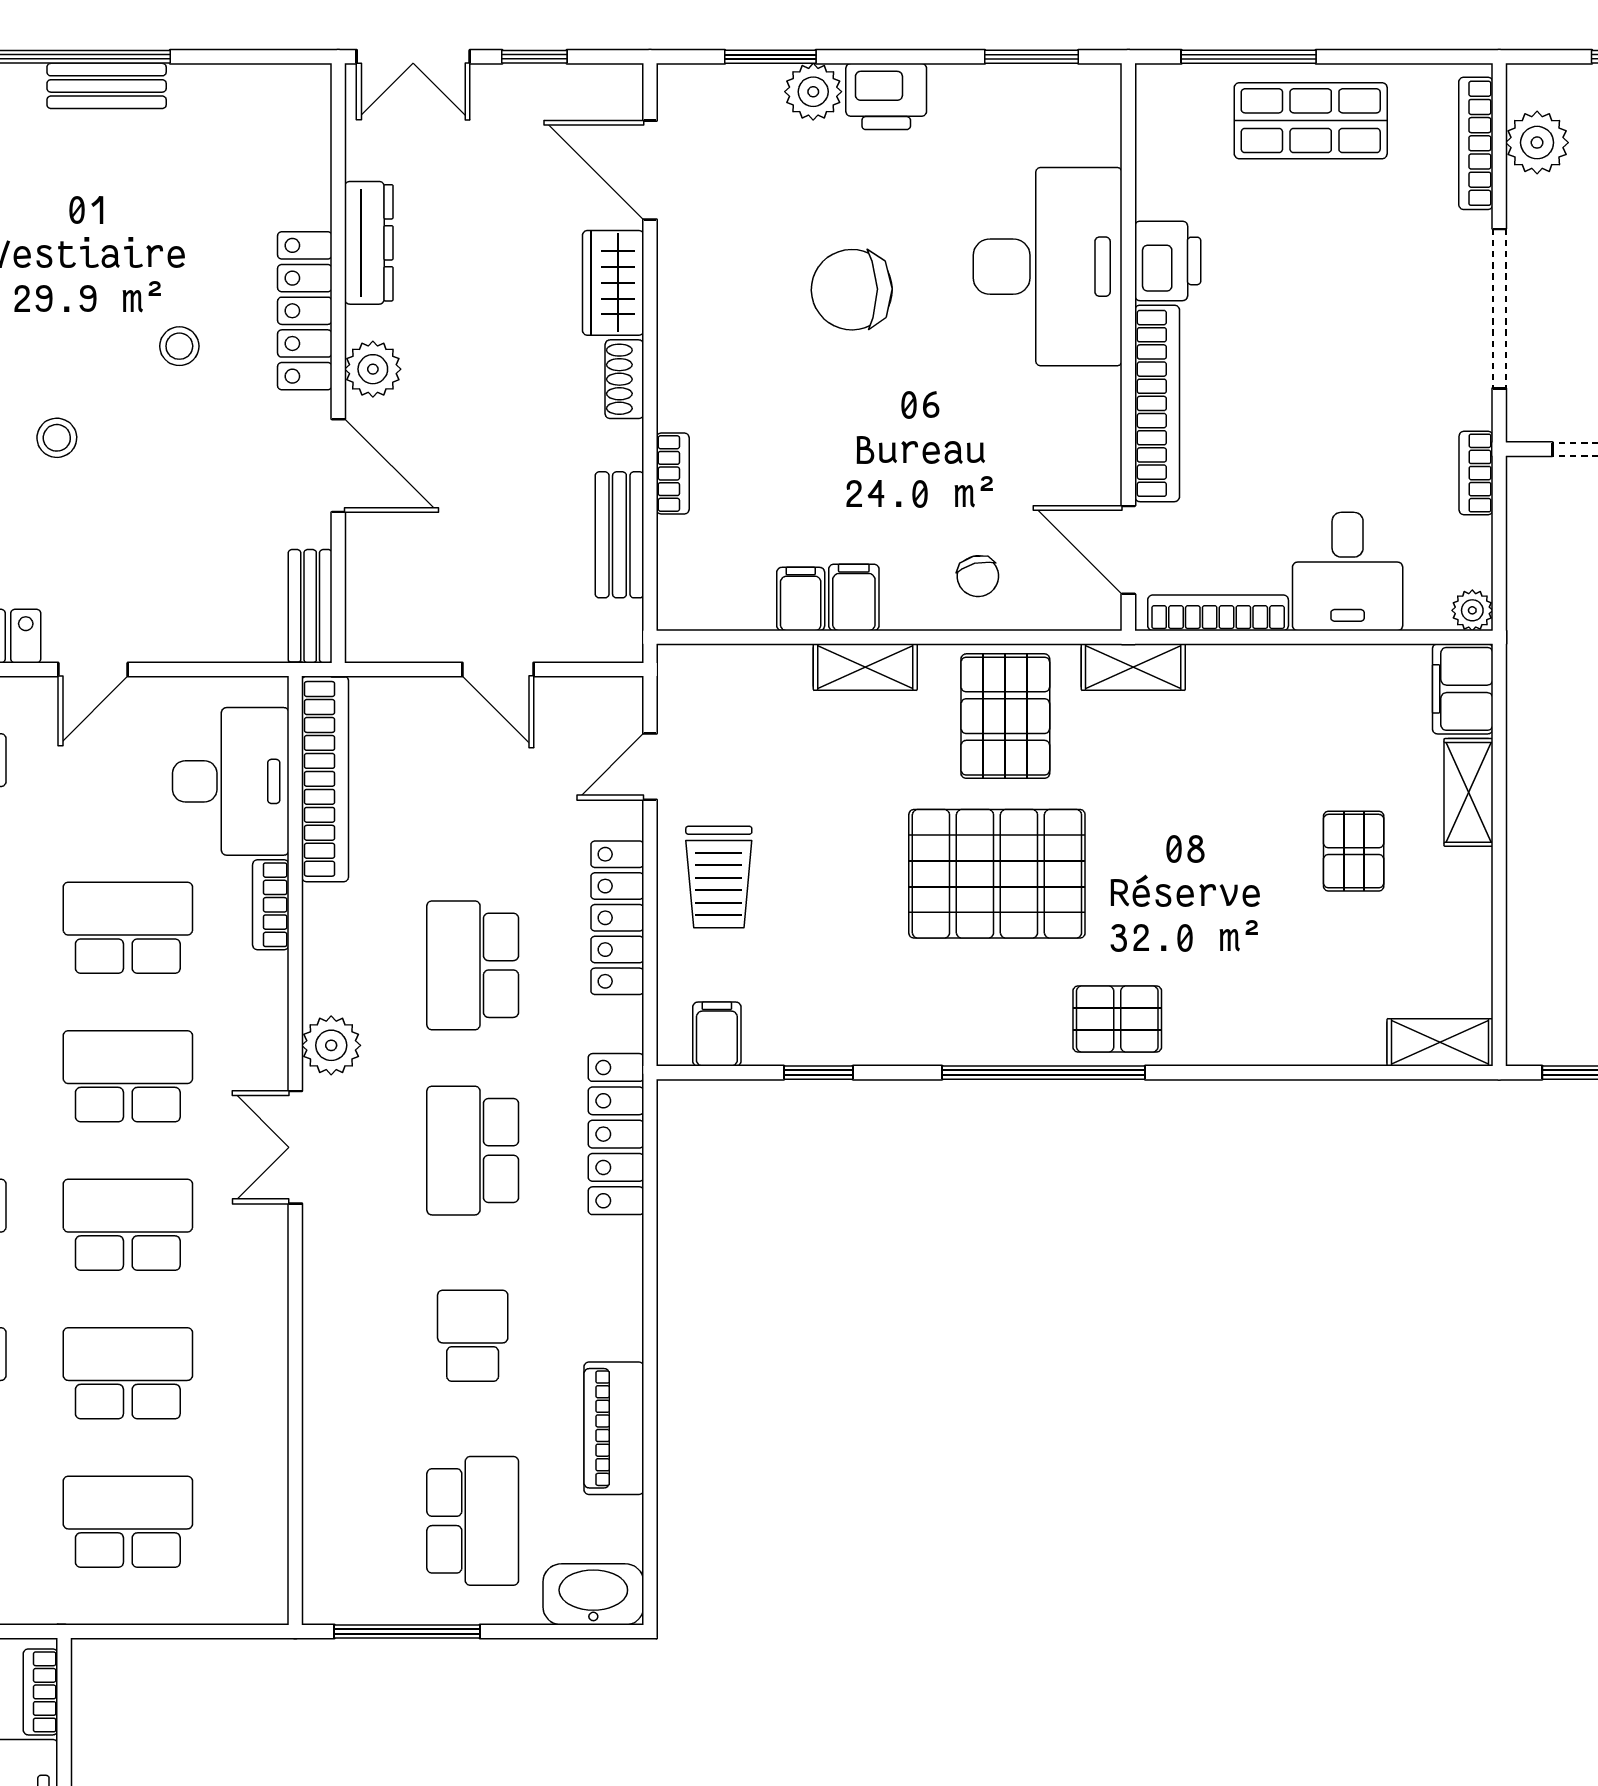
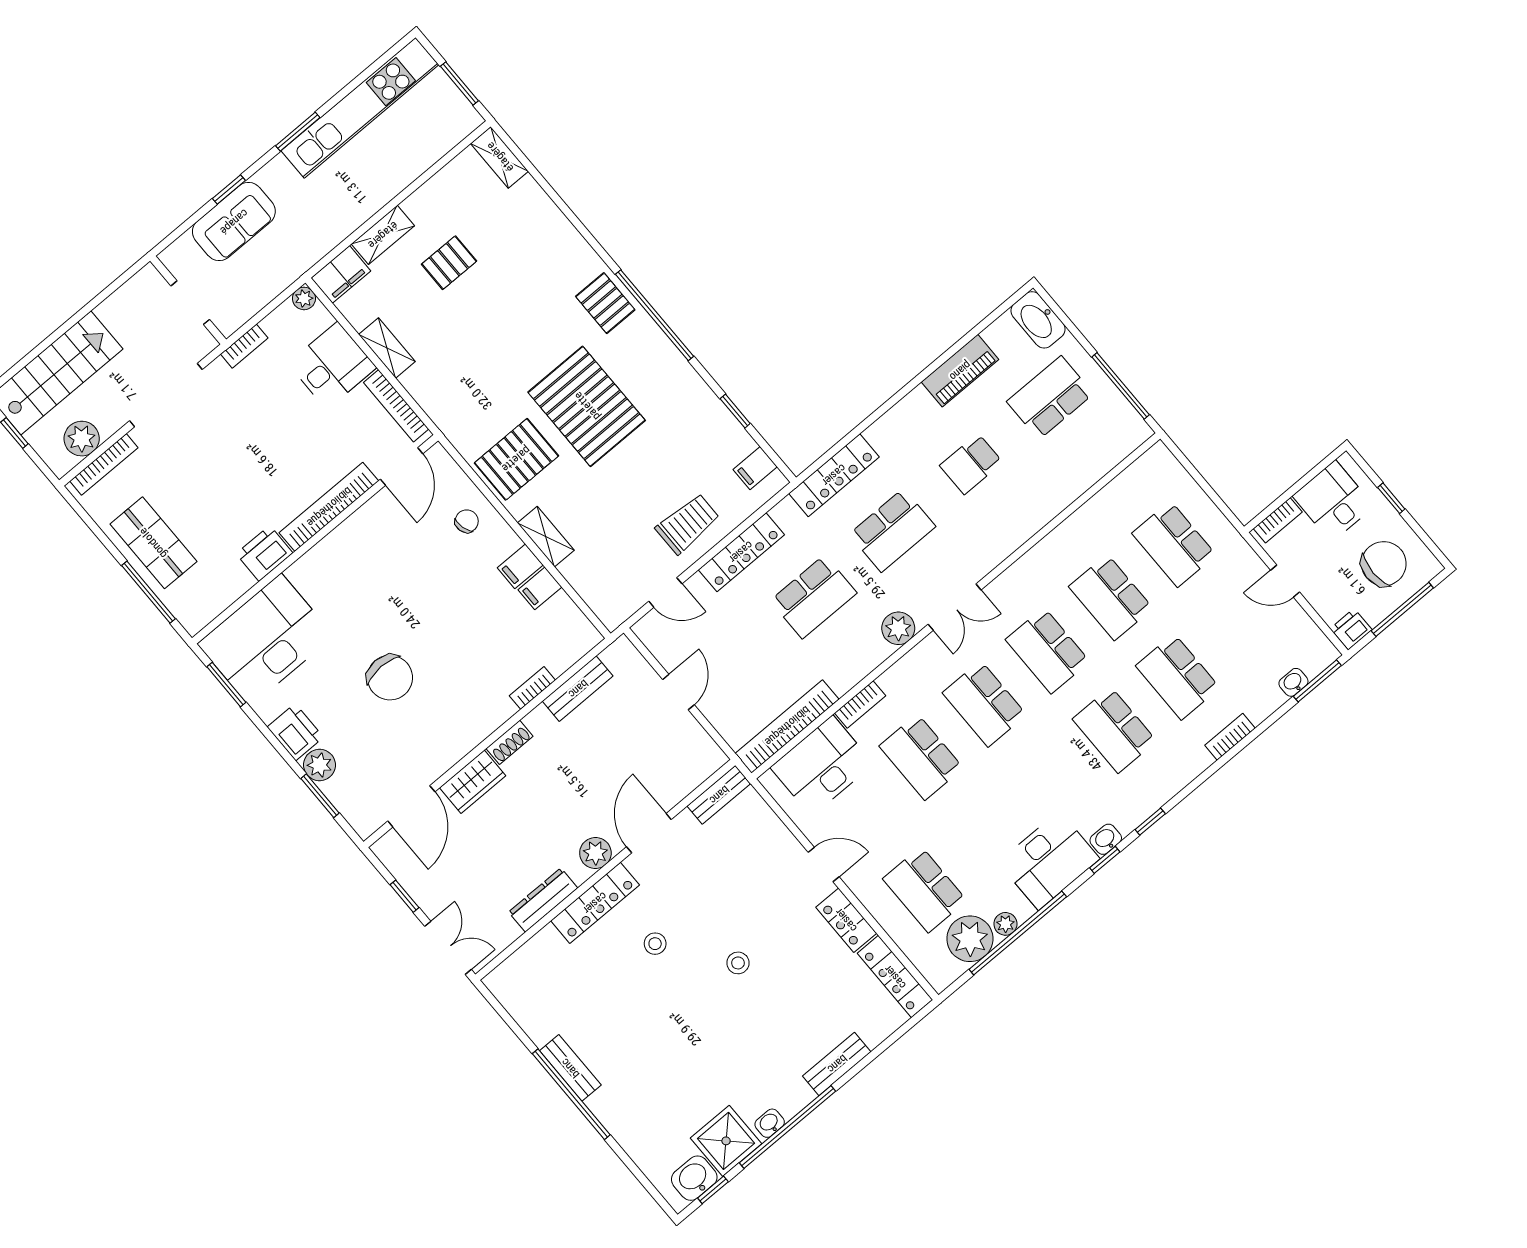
desk: (1048, 267) -> (266, 640), moved
shelving: (1133, 667) -> (387, 348), moved

